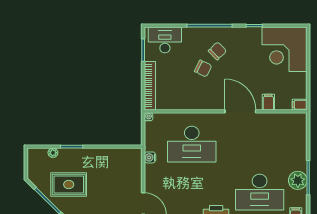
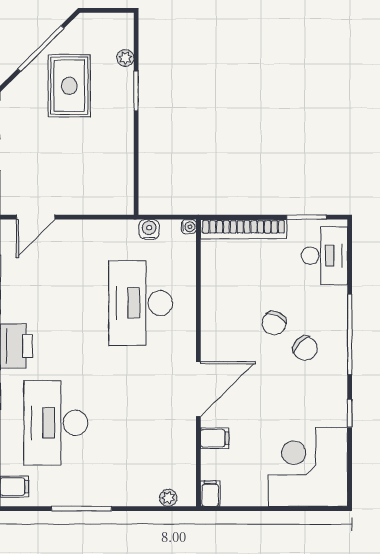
water cooler: (150, 157) -> (149, 229), moved
plant: (298, 180) -> (168, 498), moved, width x0.53, depth x0.53

